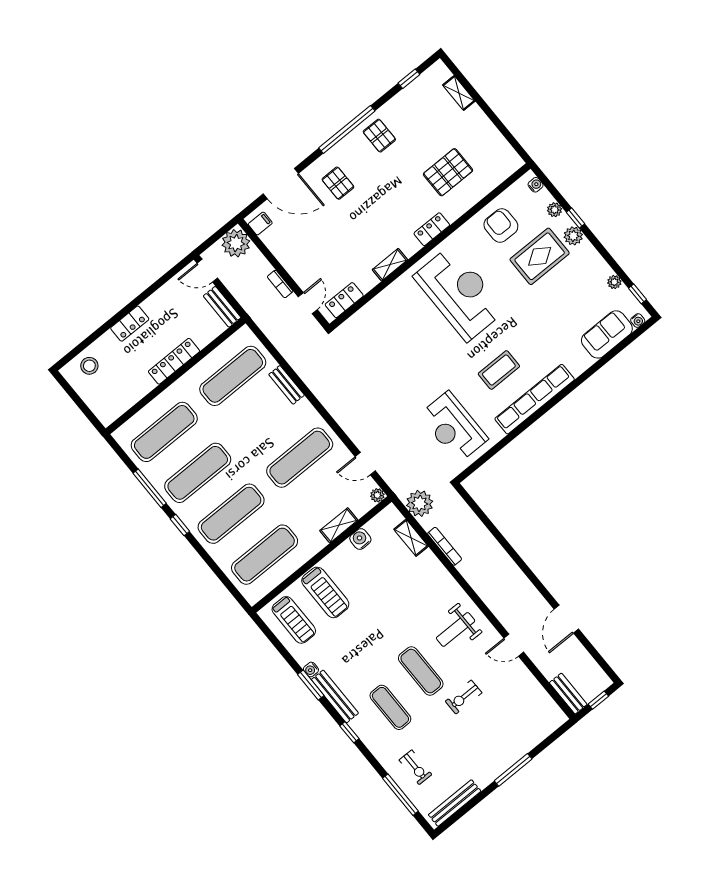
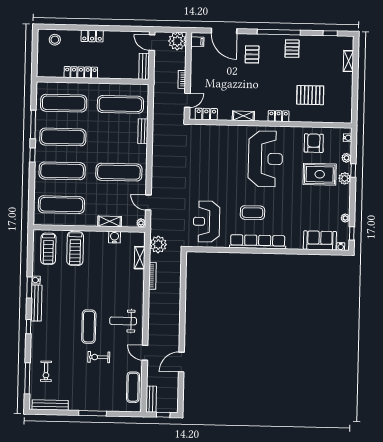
locker: (174, 361) -> (81, 72), moved
exercise mat: (390, 707) -> (133, 387), moved

